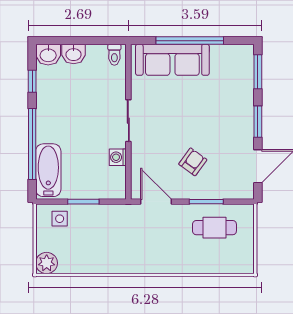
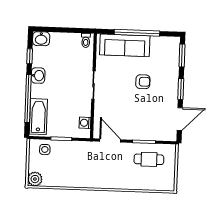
washbasin: (74, 54) -> (38, 76), moved, turned -90
washing machine: (118, 157) -> (85, 123), moved
armchair: (193, 162) -> (143, 82), moved, turned 54

